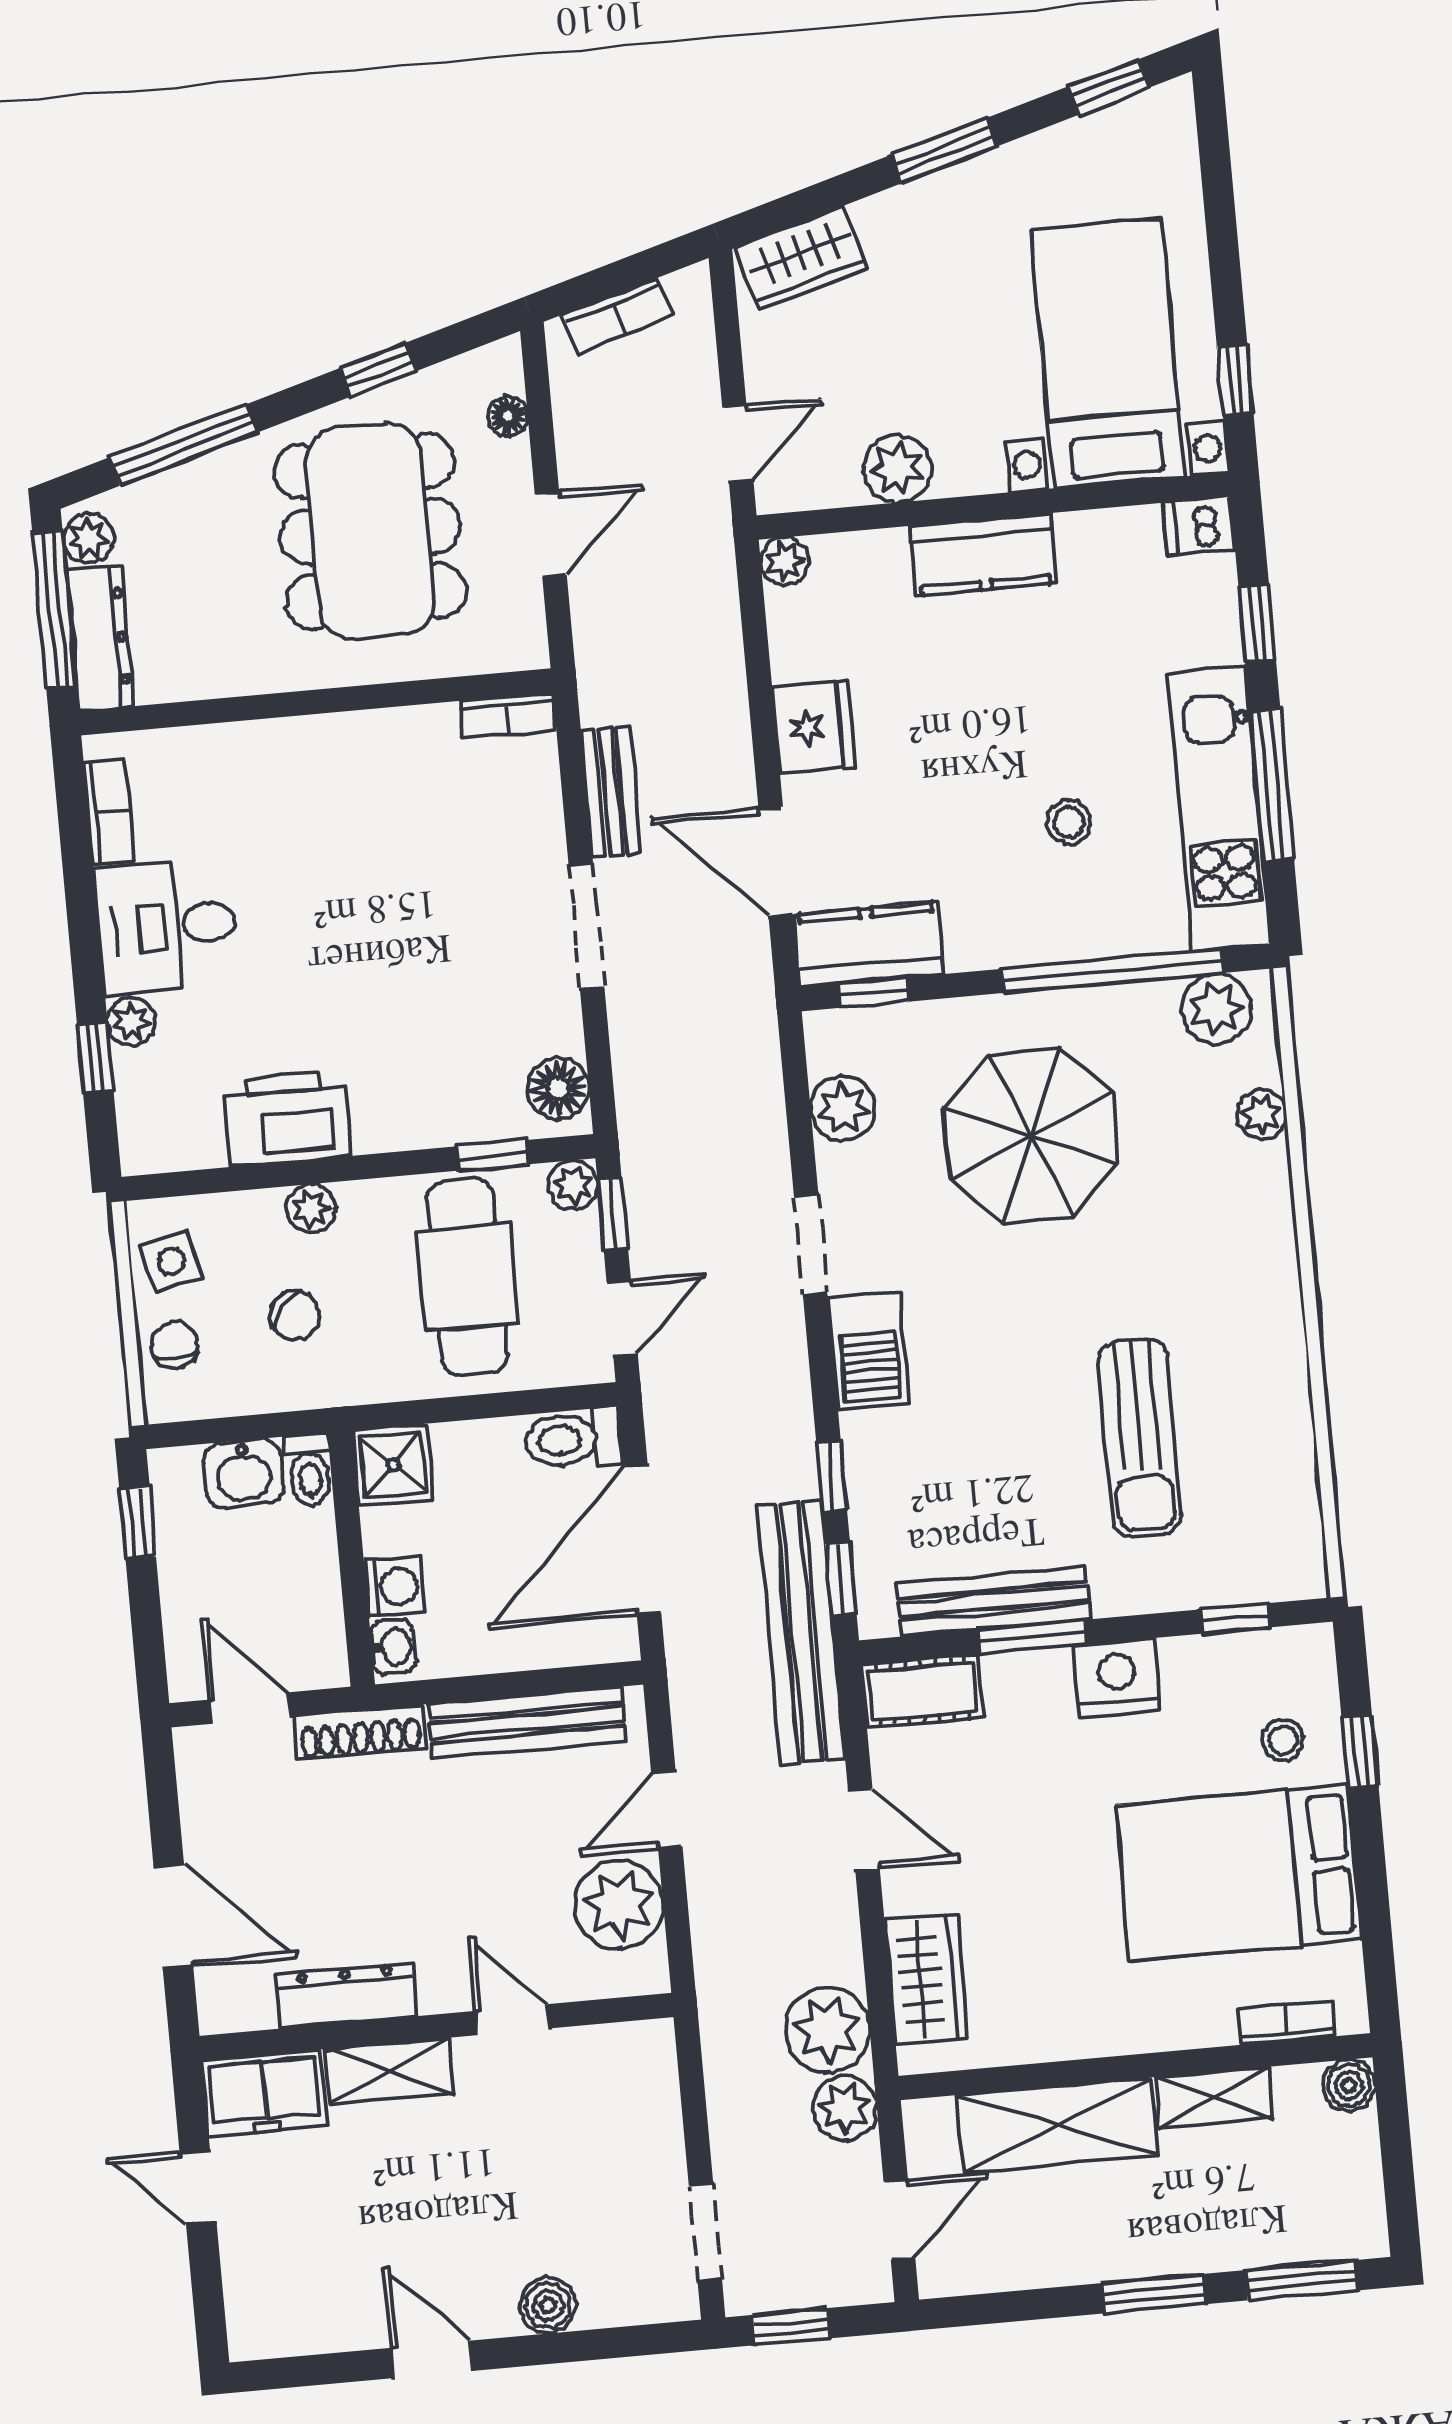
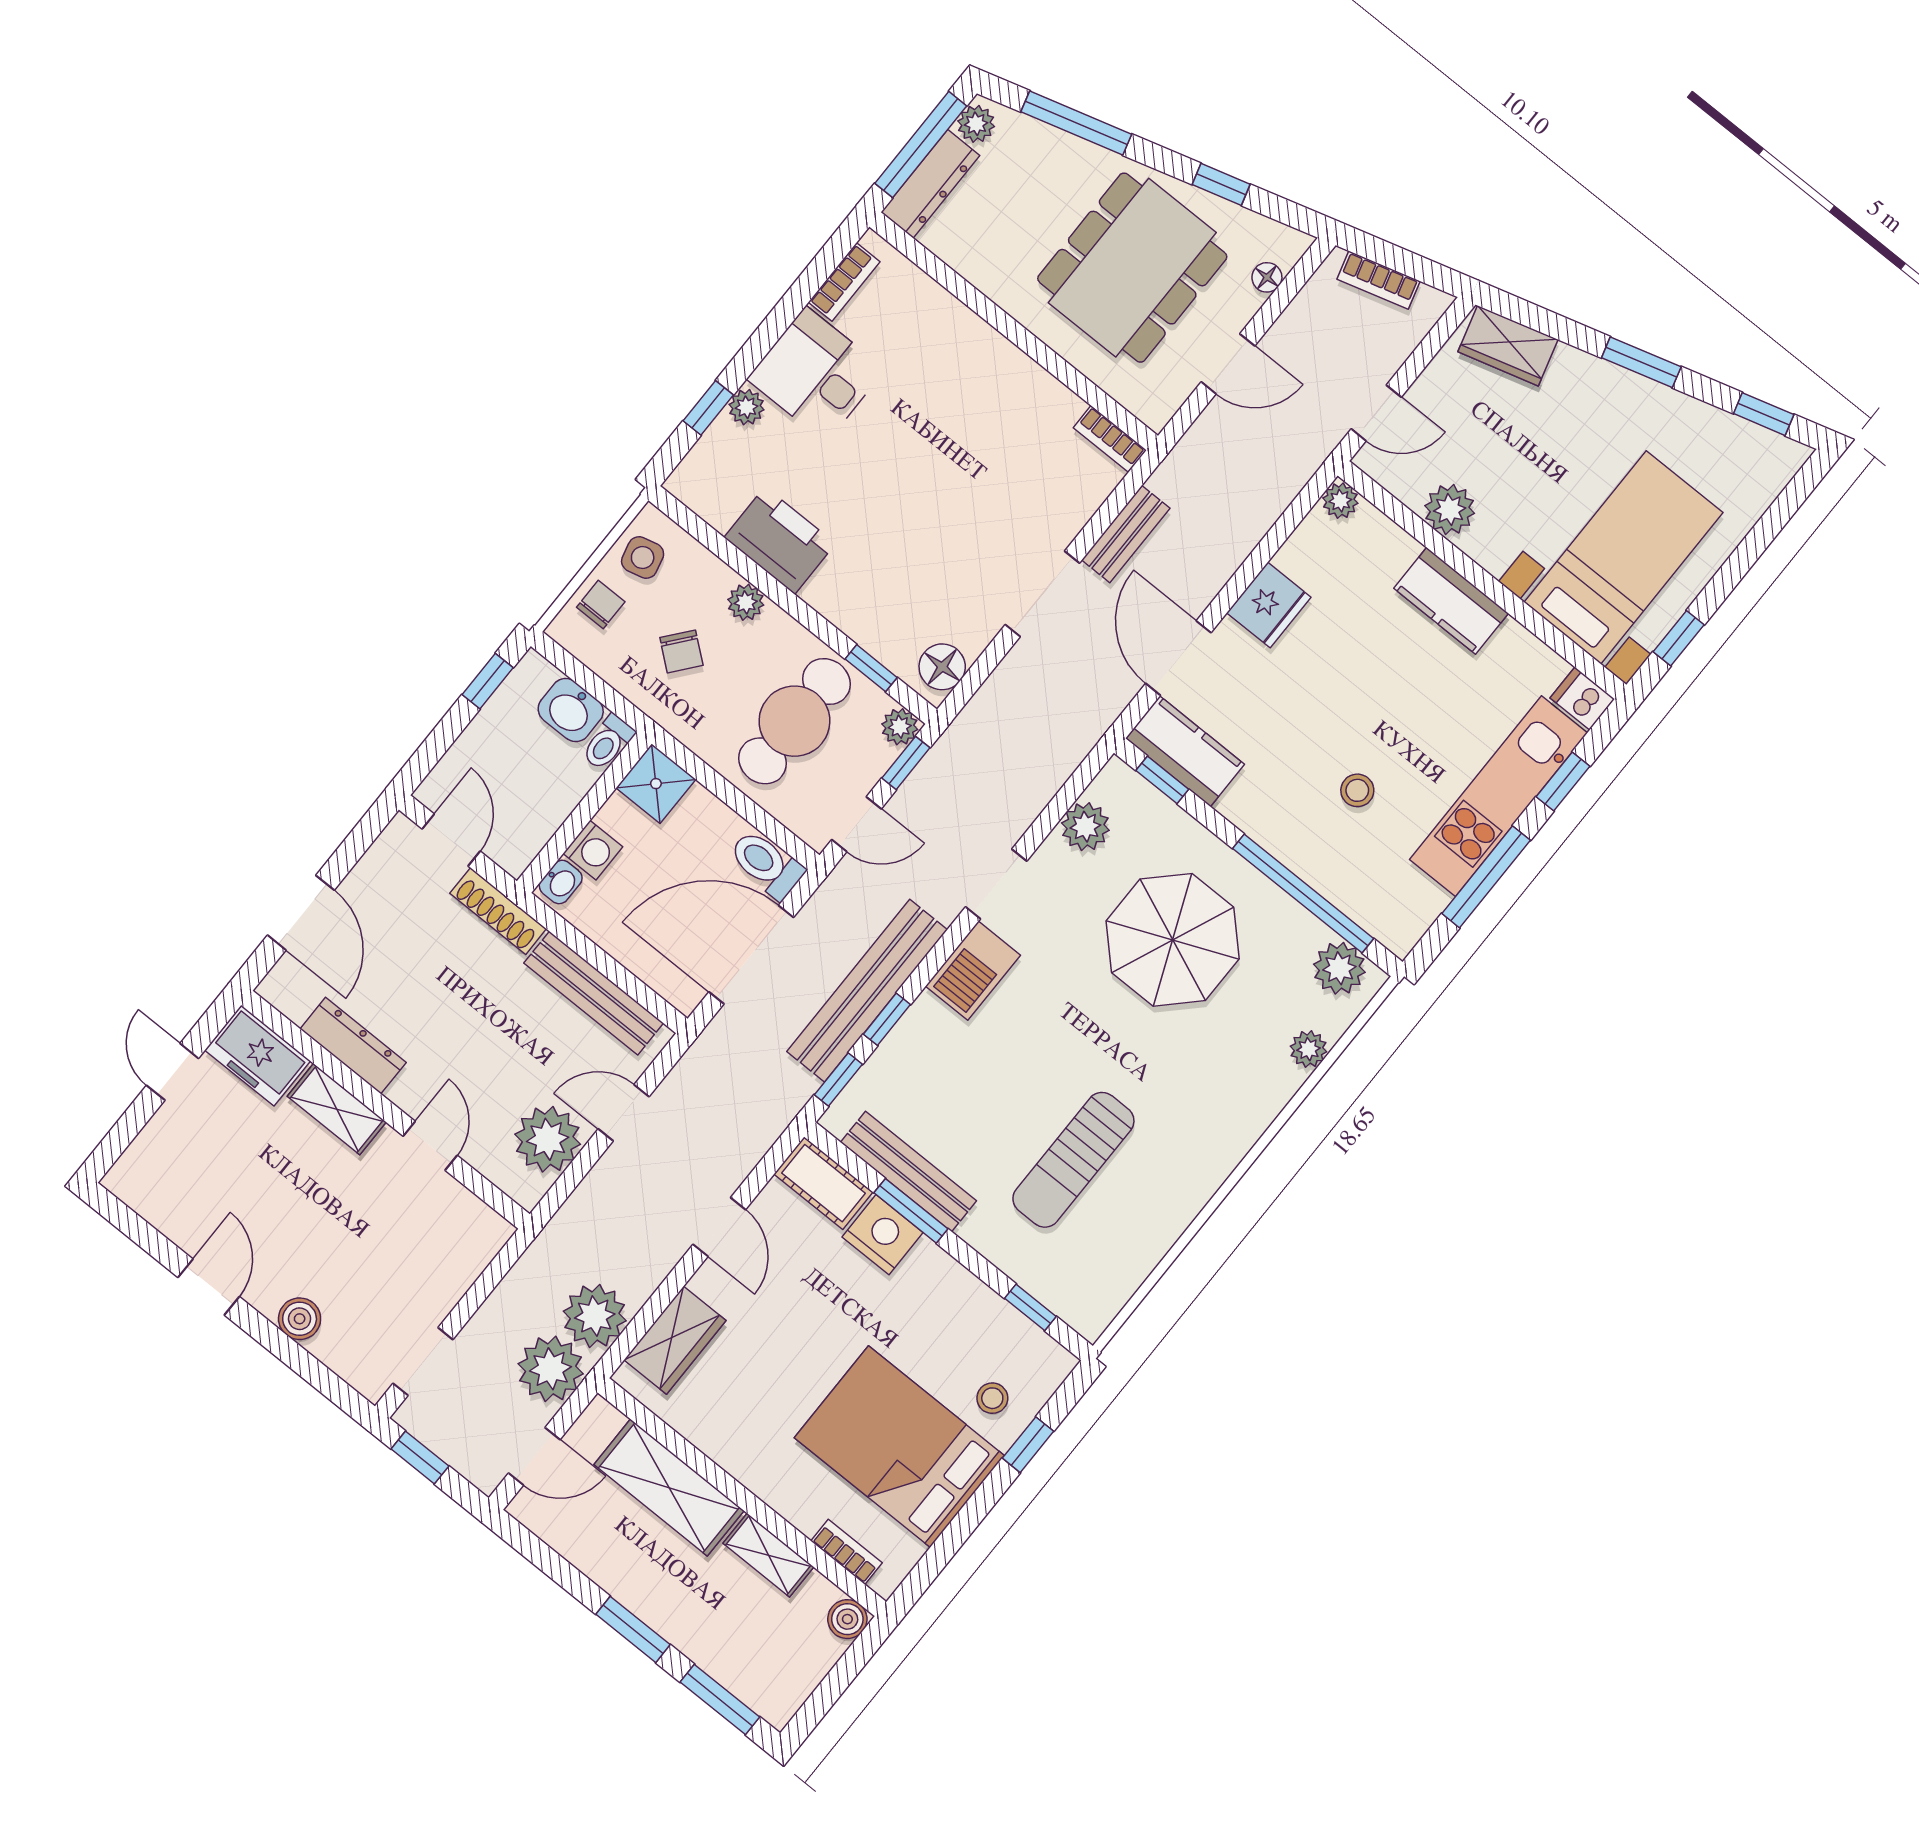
kitchen unit: (1219, 809) -> (1499, 796), moved
bench: (801, 1633) -> (867, 991), moved
nightstand: (1117, 1678) -> (883, 1235), moved
plant: (845, 2108) -> (551, 1369), width x1.36, depth x1.36

